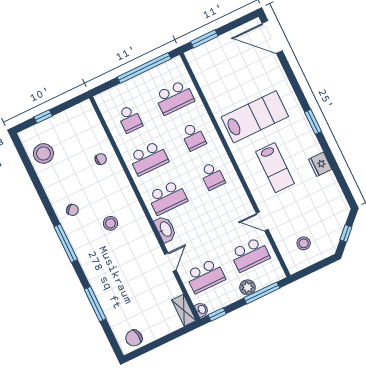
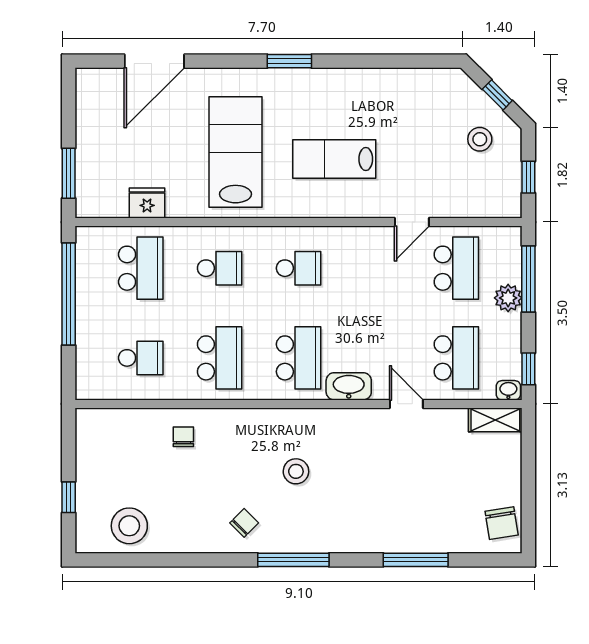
door: (272, 37) -> (154, 61), moved
fridge: (320, 164) -> (147, 203), moved, turned 180
lab bench: (275, 168) -> (334, 159), turned 180
stool: (304, 243) -> (480, 139), moved
window: (313, 269) -> (528, 177), added

